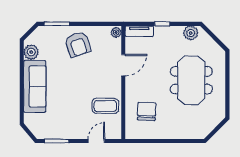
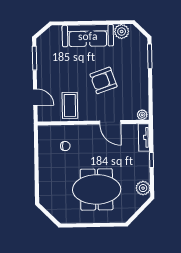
armchair: (78, 44) -> (103, 80), moved
chair: (147, 111) -> (65, 146), width x0.54, depth x0.54

